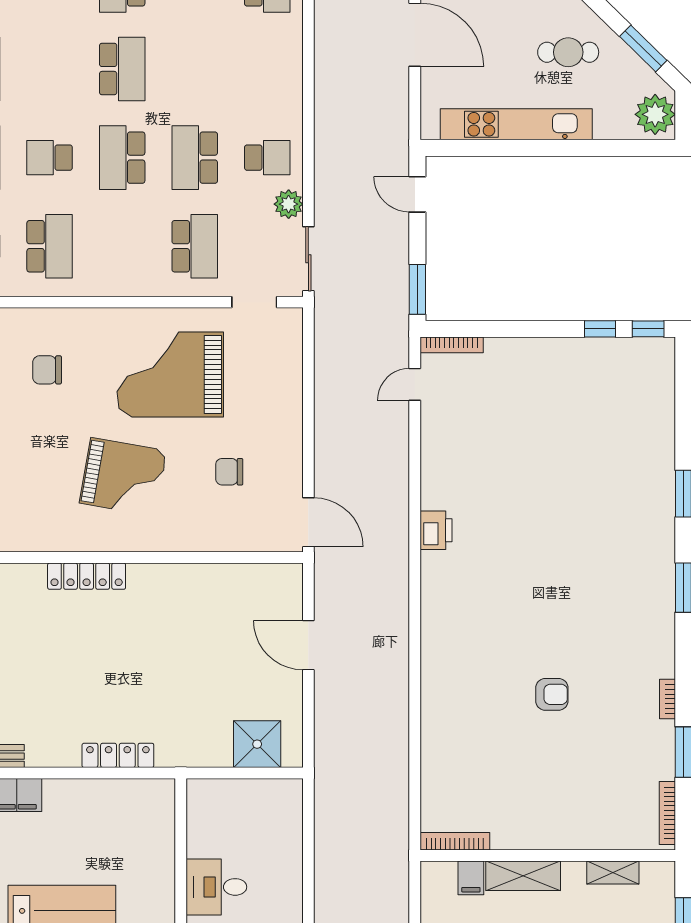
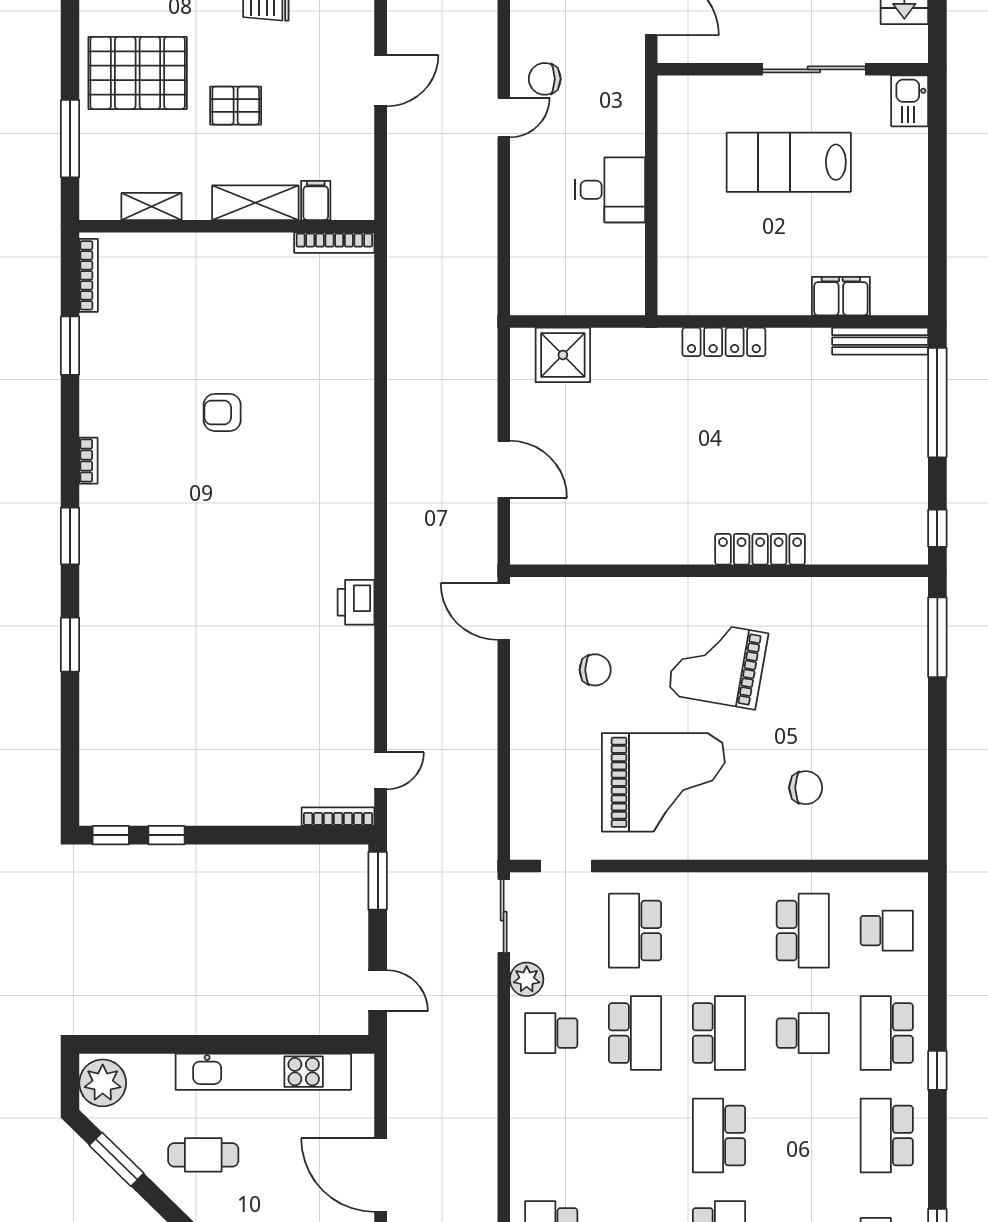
school desk: (50, 246) -> (803, 931), turned 180
bookcase: (668, 699) -> (88, 461), moved

